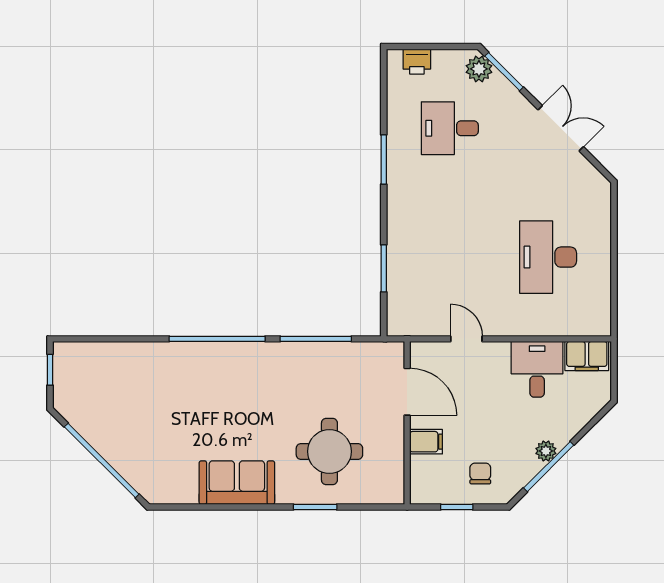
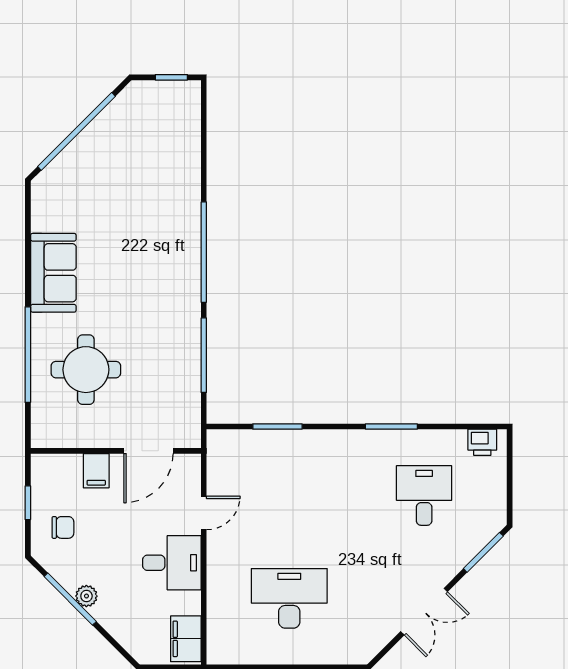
printer: (417, 62) -> (482, 442), moved, turned -90
plant: (479, 69) -> (486, 526), removed
desk: (537, 369) -> (172, 563), moved
window: (315, 507) -> (28, 355), width x2.11

